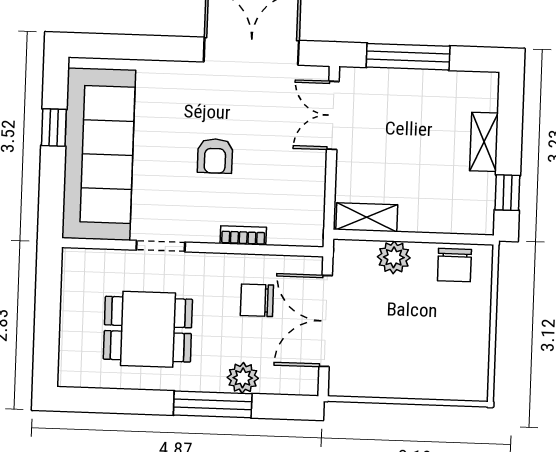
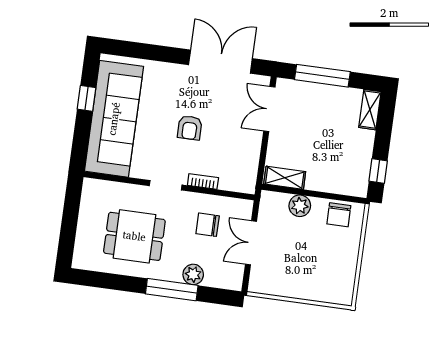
shelving: (484, 142) -> (370, 110), moved
doorway: (161, 246) -> (166, 185), moved
double door: (326, 321) -> (251, 243), width x0.73

